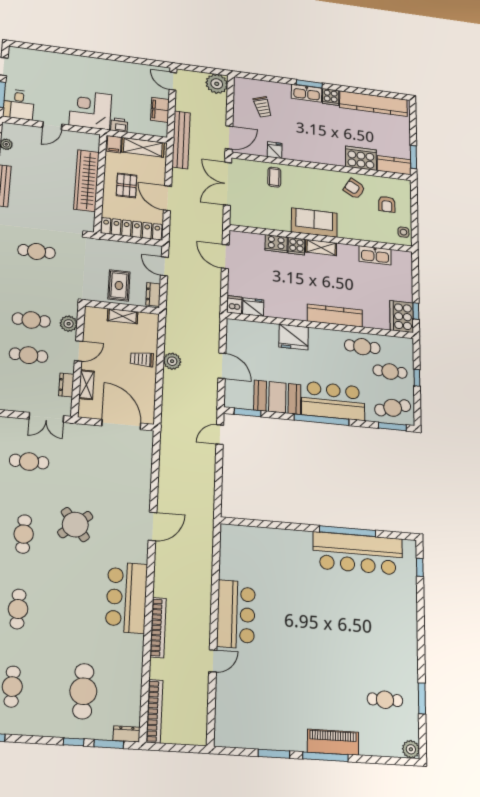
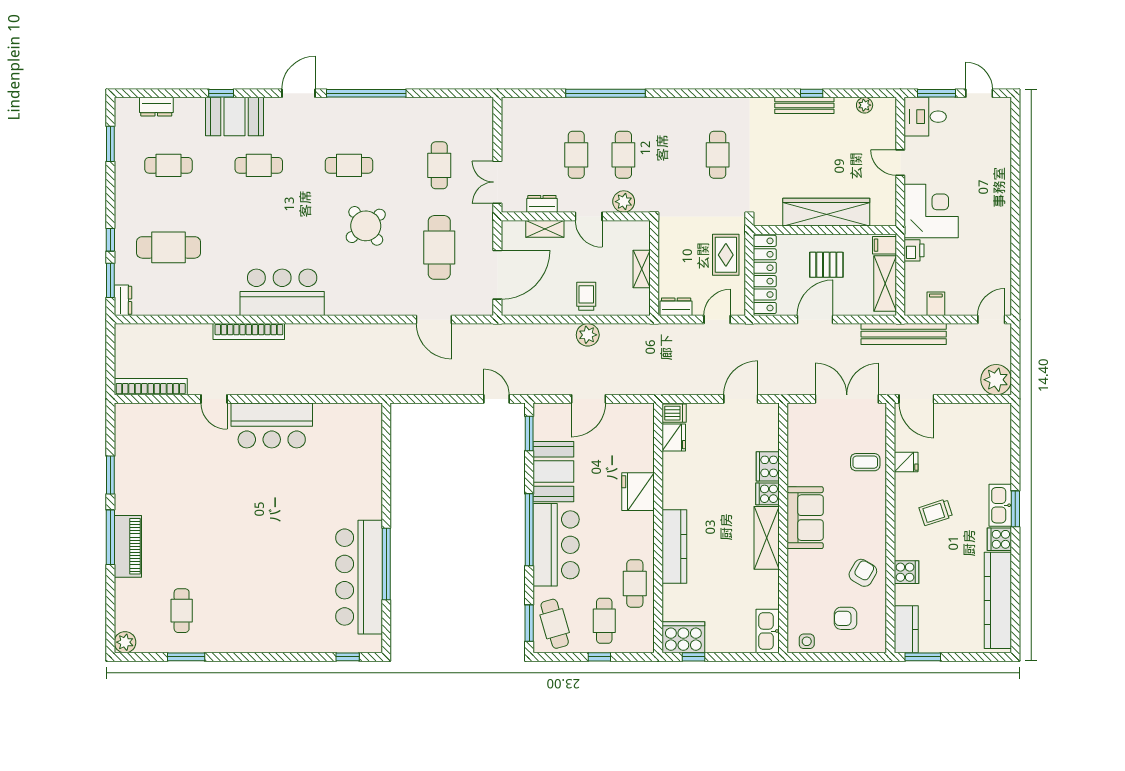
trolley: (263, 107) -> (936, 512), moved
filing cabinet: (160, 110) -> (936, 304), width x0.50
cooker: (361, 158) -> (906, 572), width x0.53, depth x0.76
shelving: (321, 247) -> (767, 538), width x1.50, depth x1.33
kitchen sink: (375, 255) -> (768, 631), moved
rug: (119, 285) -> (726, 255), moved, turned 90
cafe table: (97, 468) -> (439, 247), added
door: (153, 526) -> (434, 320), moved
bookcase: (155, 711) -> (151, 387), moved, turned 180

